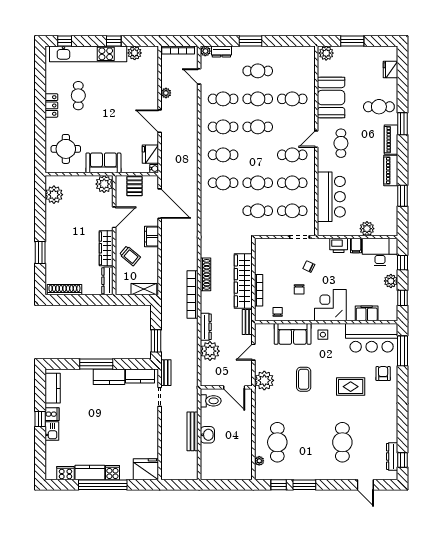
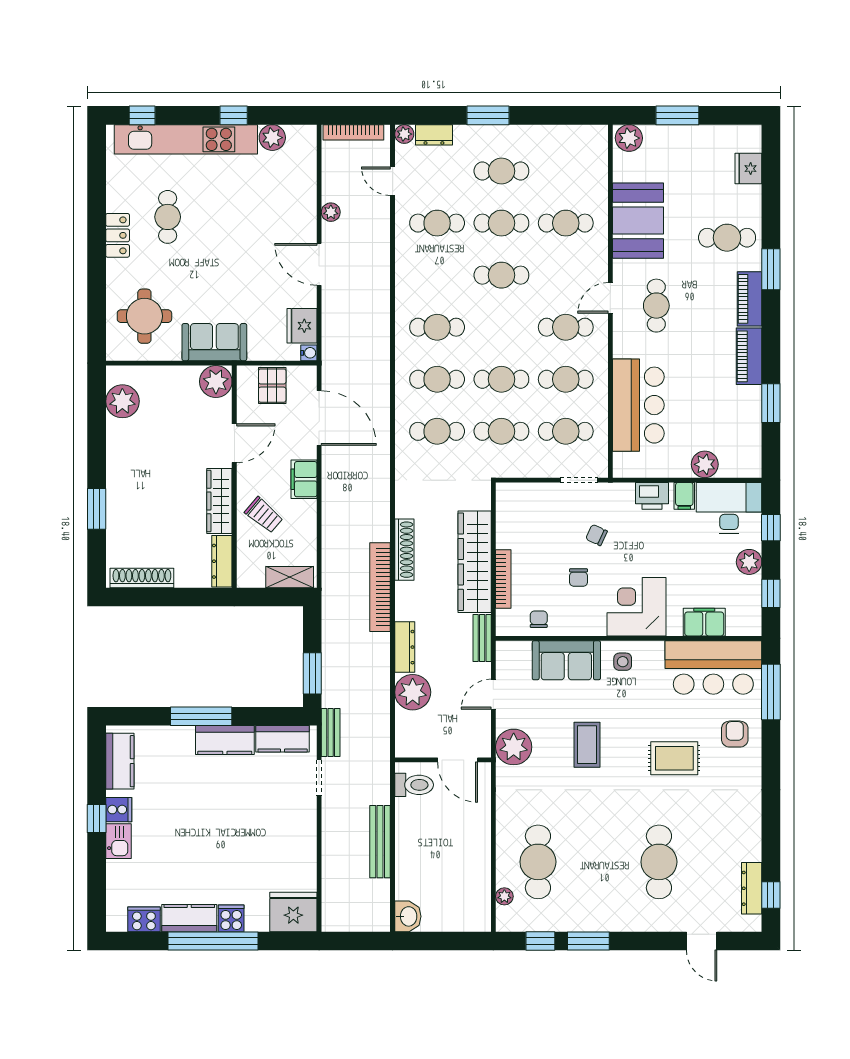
cafe table: (223, 127) -> (437, 431), moved
washbasin: (207, 435) -> (408, 916), moved

